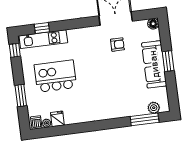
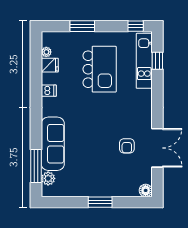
sofa: (154, 64) -> (53, 144), moved, turned 90
dishwasher: (36, 122) -> (49, 91), moved

